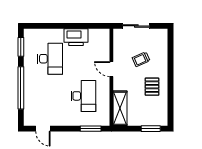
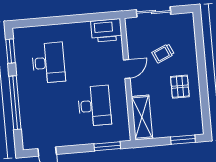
printer: (76, 37) -> (106, 30), moved
door: (111, 69) -> (127, 69), swing flipped

